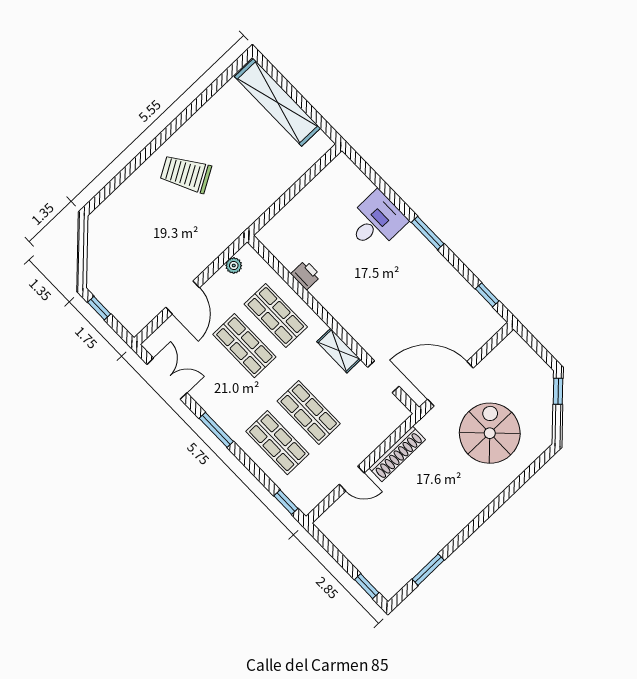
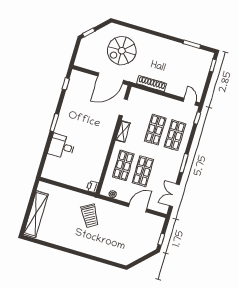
trolley: (186, 174) -> (90, 216), moved
printer: (306, 275) -> (93, 187), moved
door: (450, 384) -> (111, 78), hinge flipped
door: (352, 479) -> (190, 102), moved

